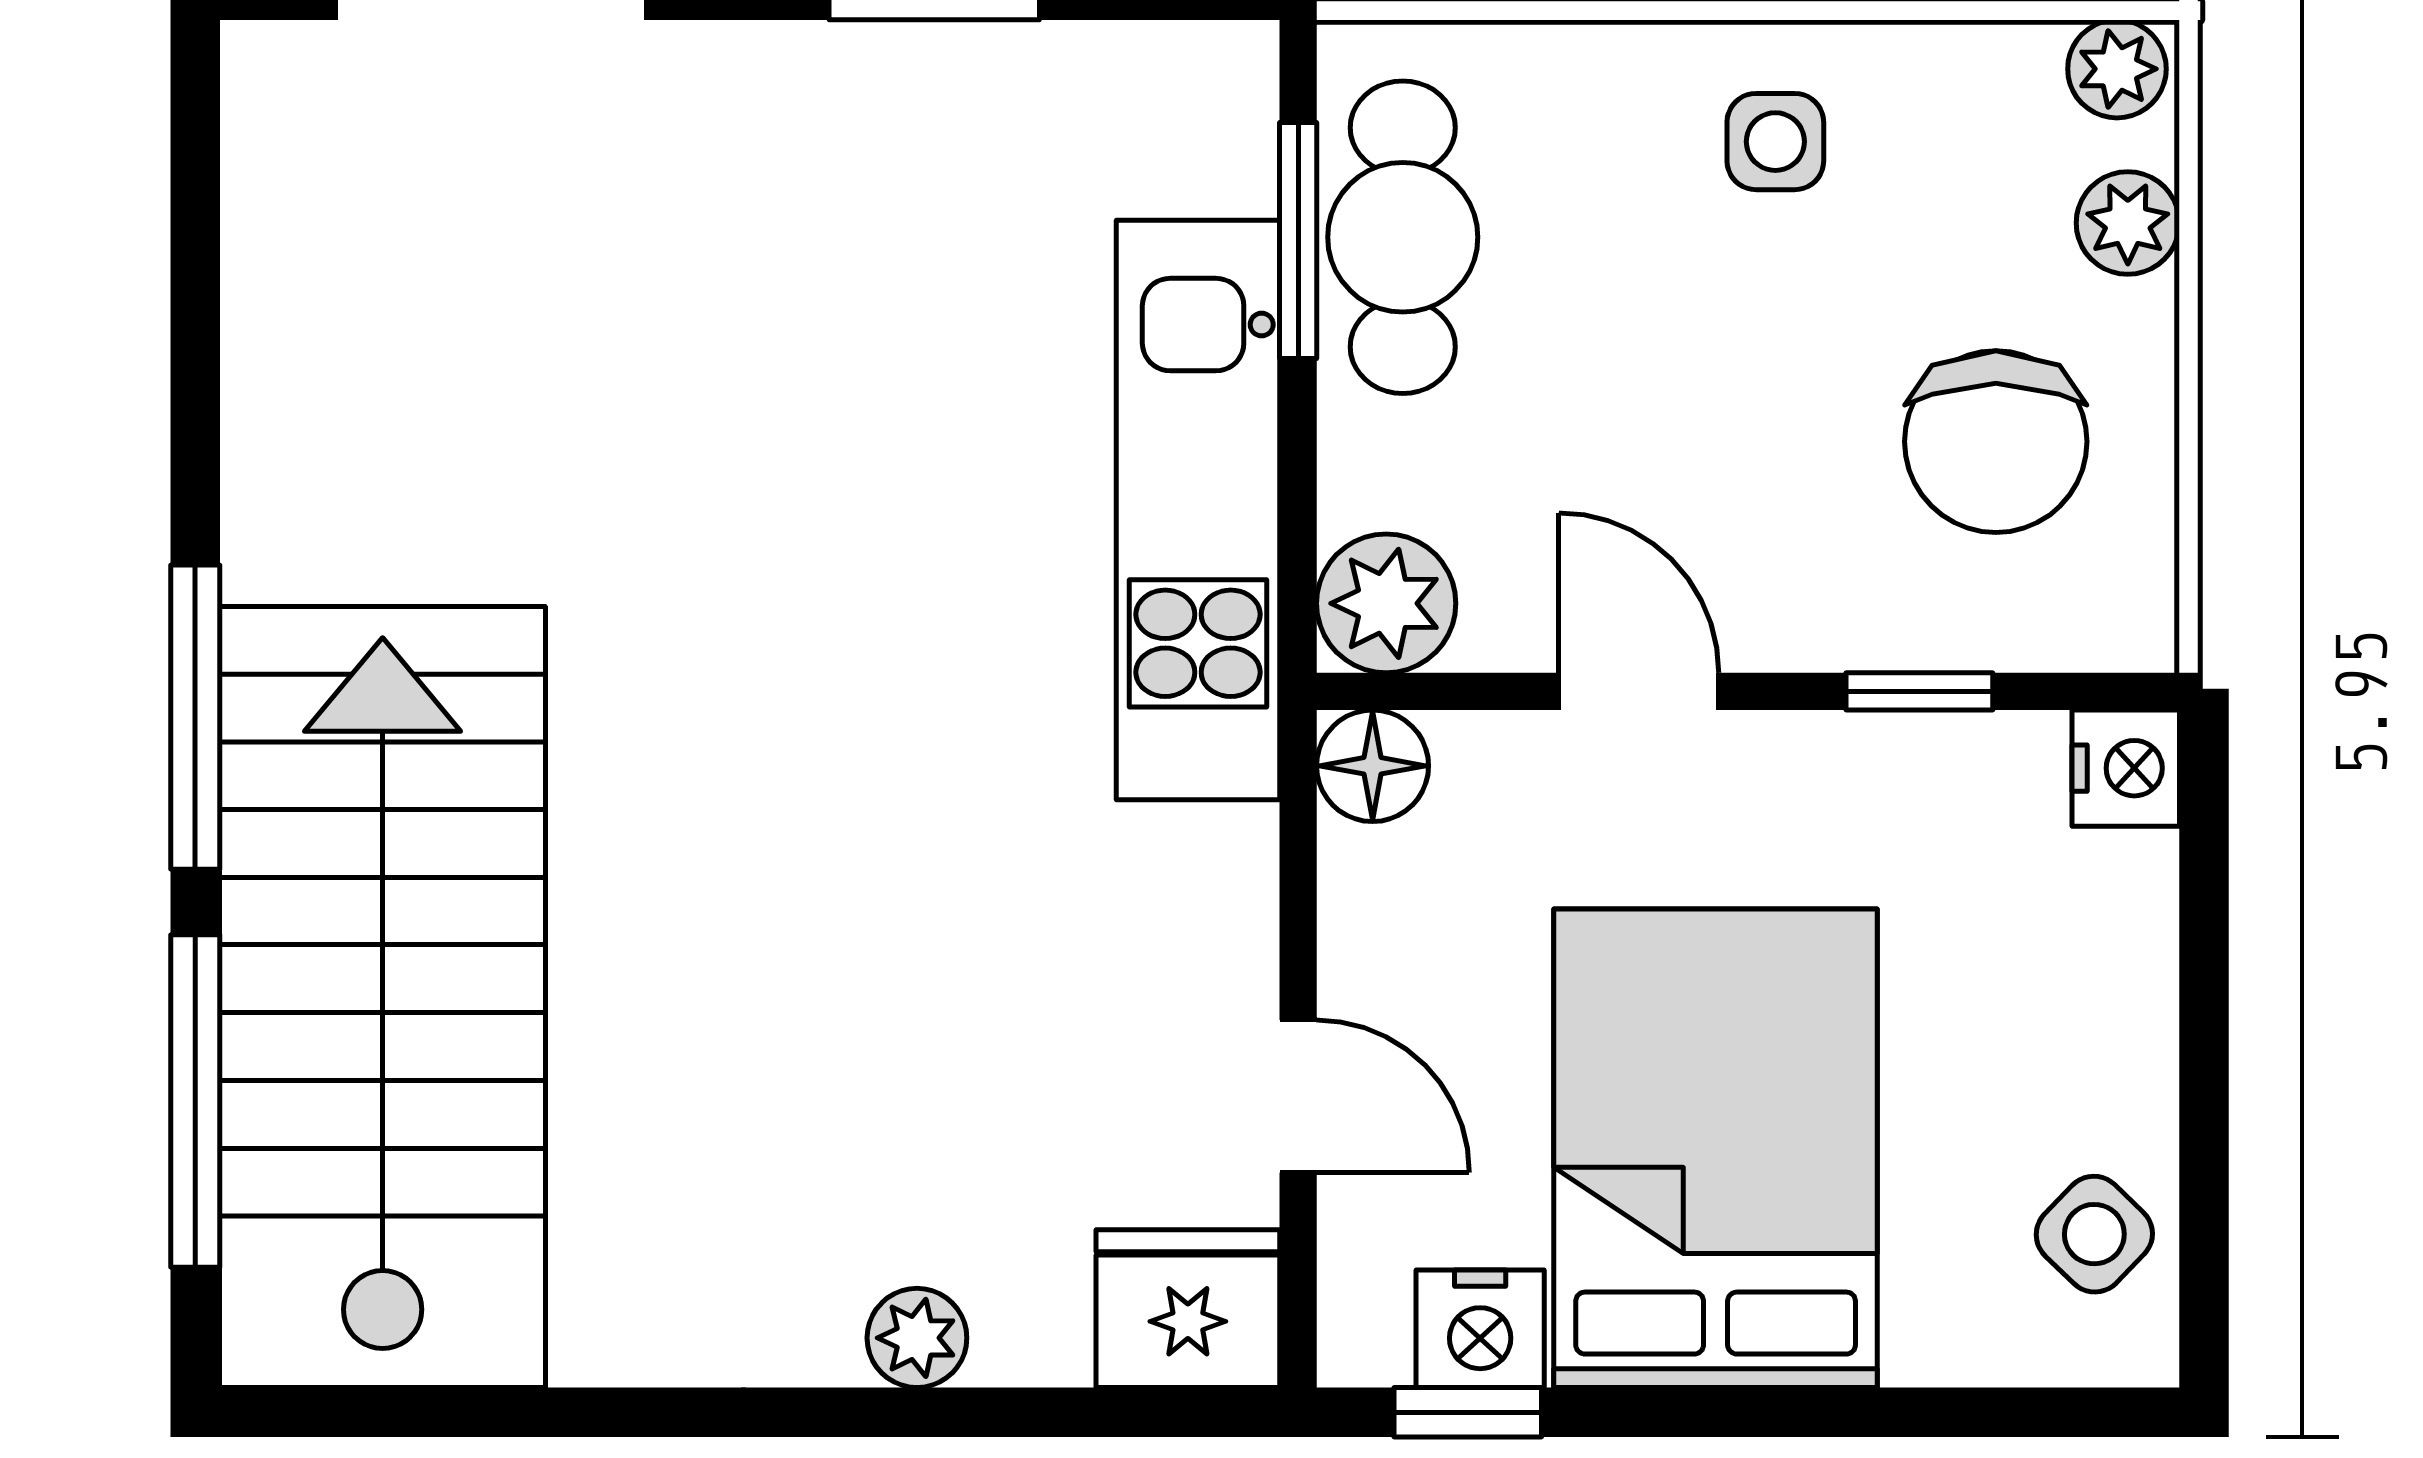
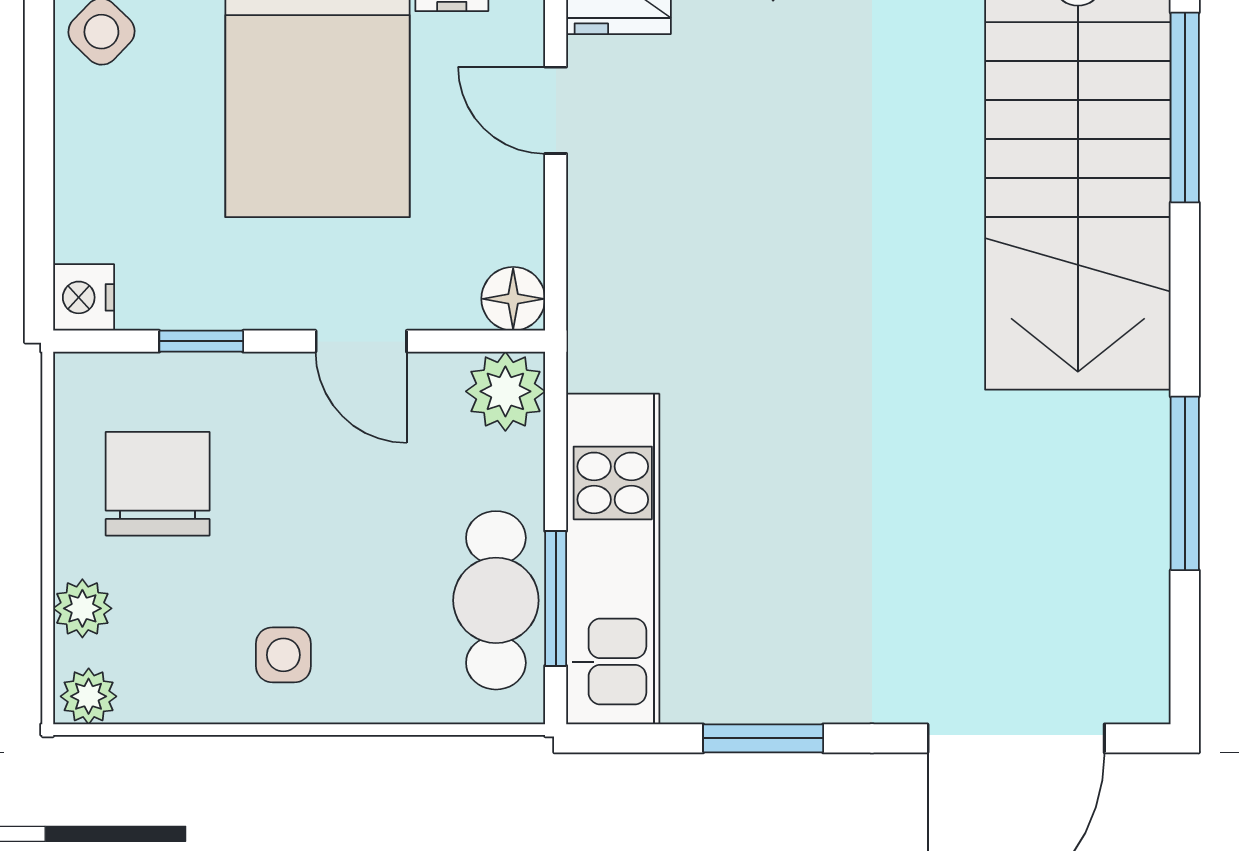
kitchen unit: (1198, 510) -> (613, 559), moved
window: (195, 717) -> (1185, 483), moved

